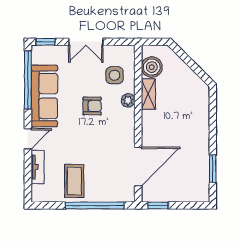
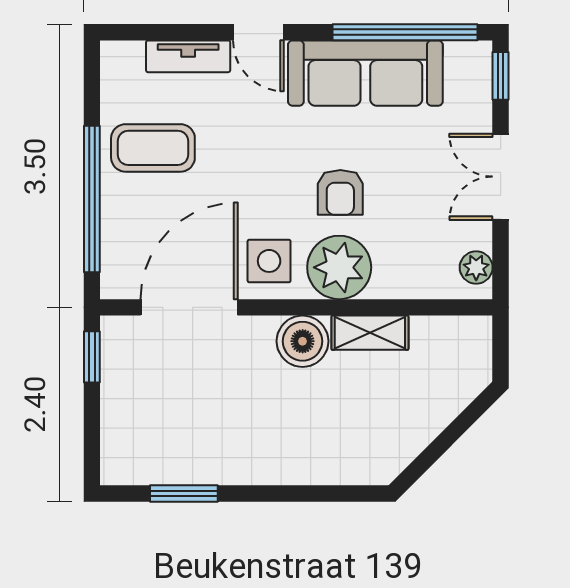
plant: (122, 52) -> (476, 268), added
boiler: (152, 67) -> (303, 341), moved
side table: (115, 75) -> (269, 261), moved
plant: (128, 100) -> (339, 267), width x1.87, depth x1.87
door: (138, 167) -> (189, 307), swing flipped

